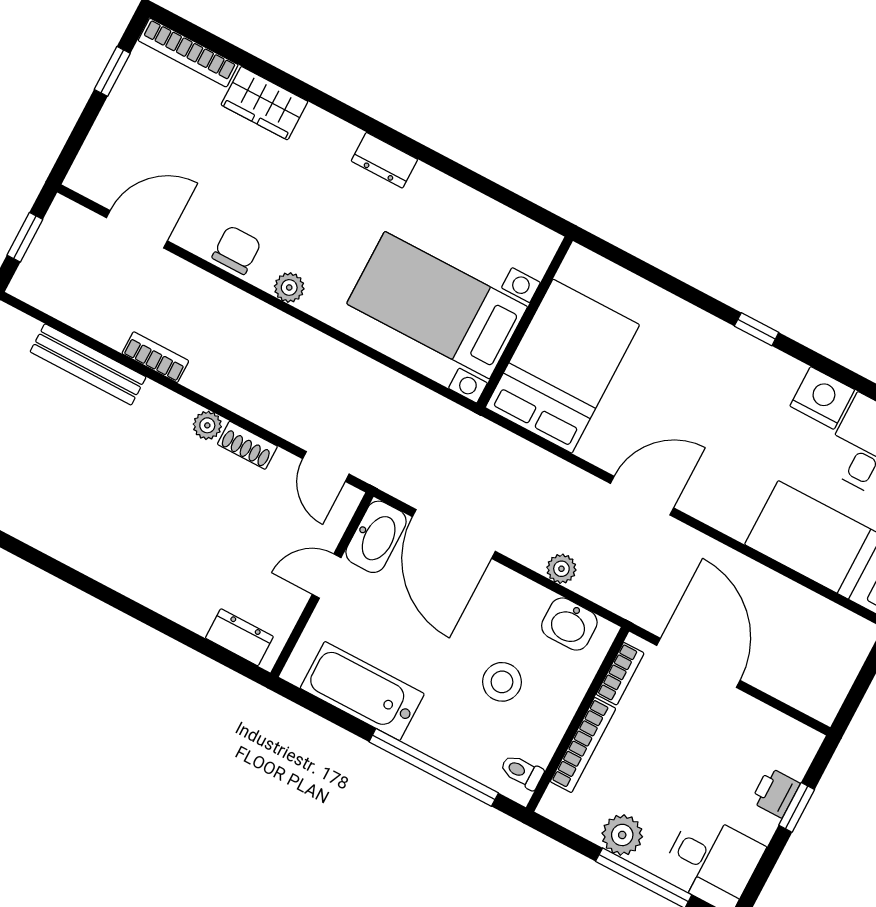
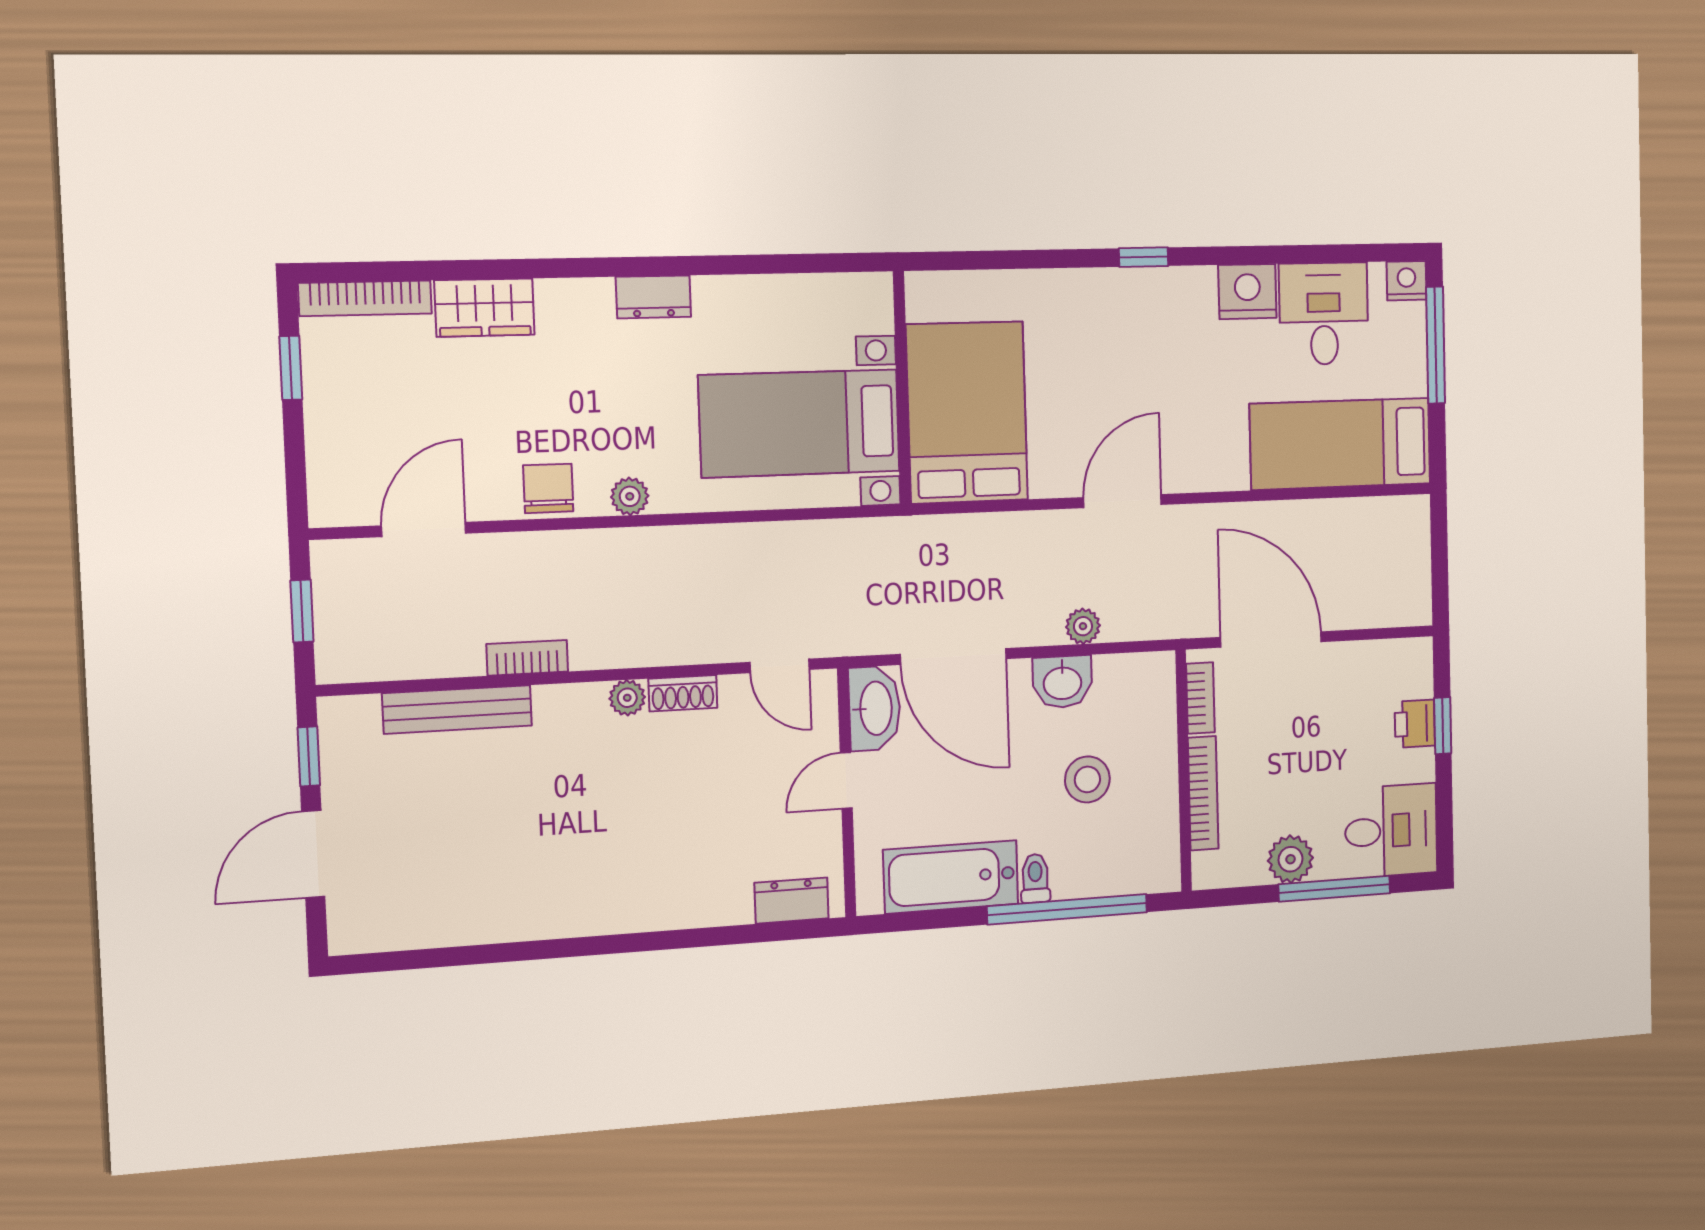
washbasin: (569, 624) -> (1062, 682), moved
toilet: (522, 772) -> (1035, 878), moved, turned 90

